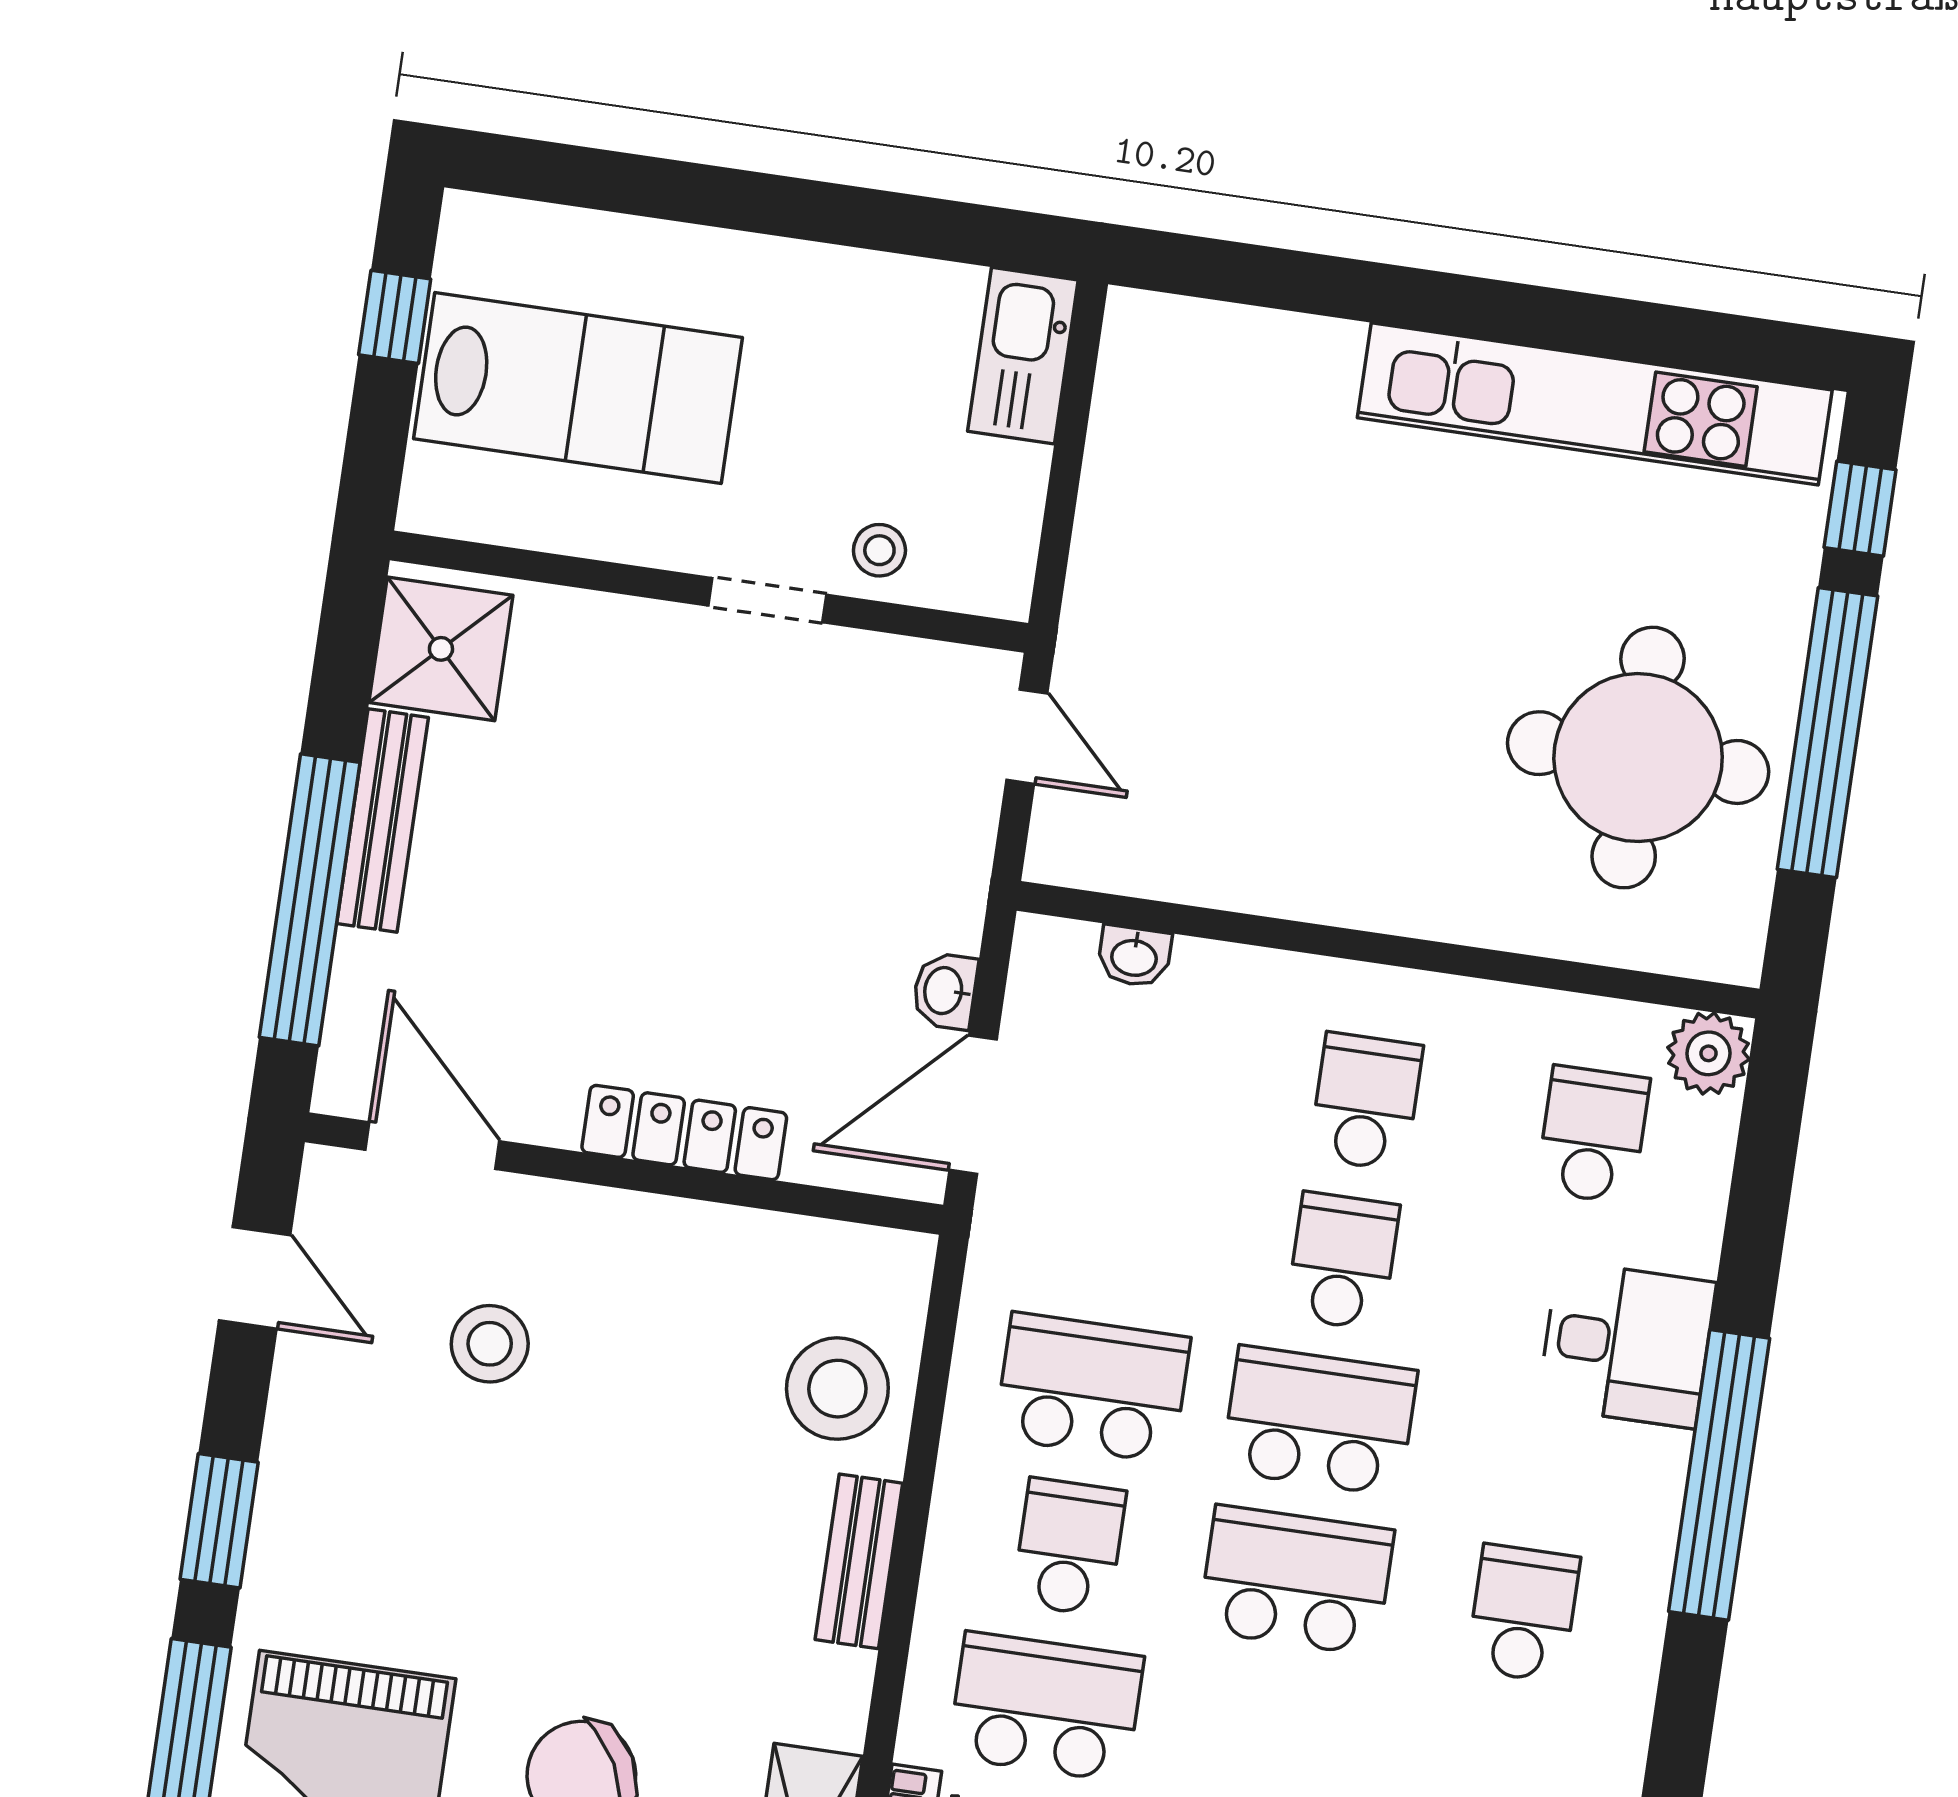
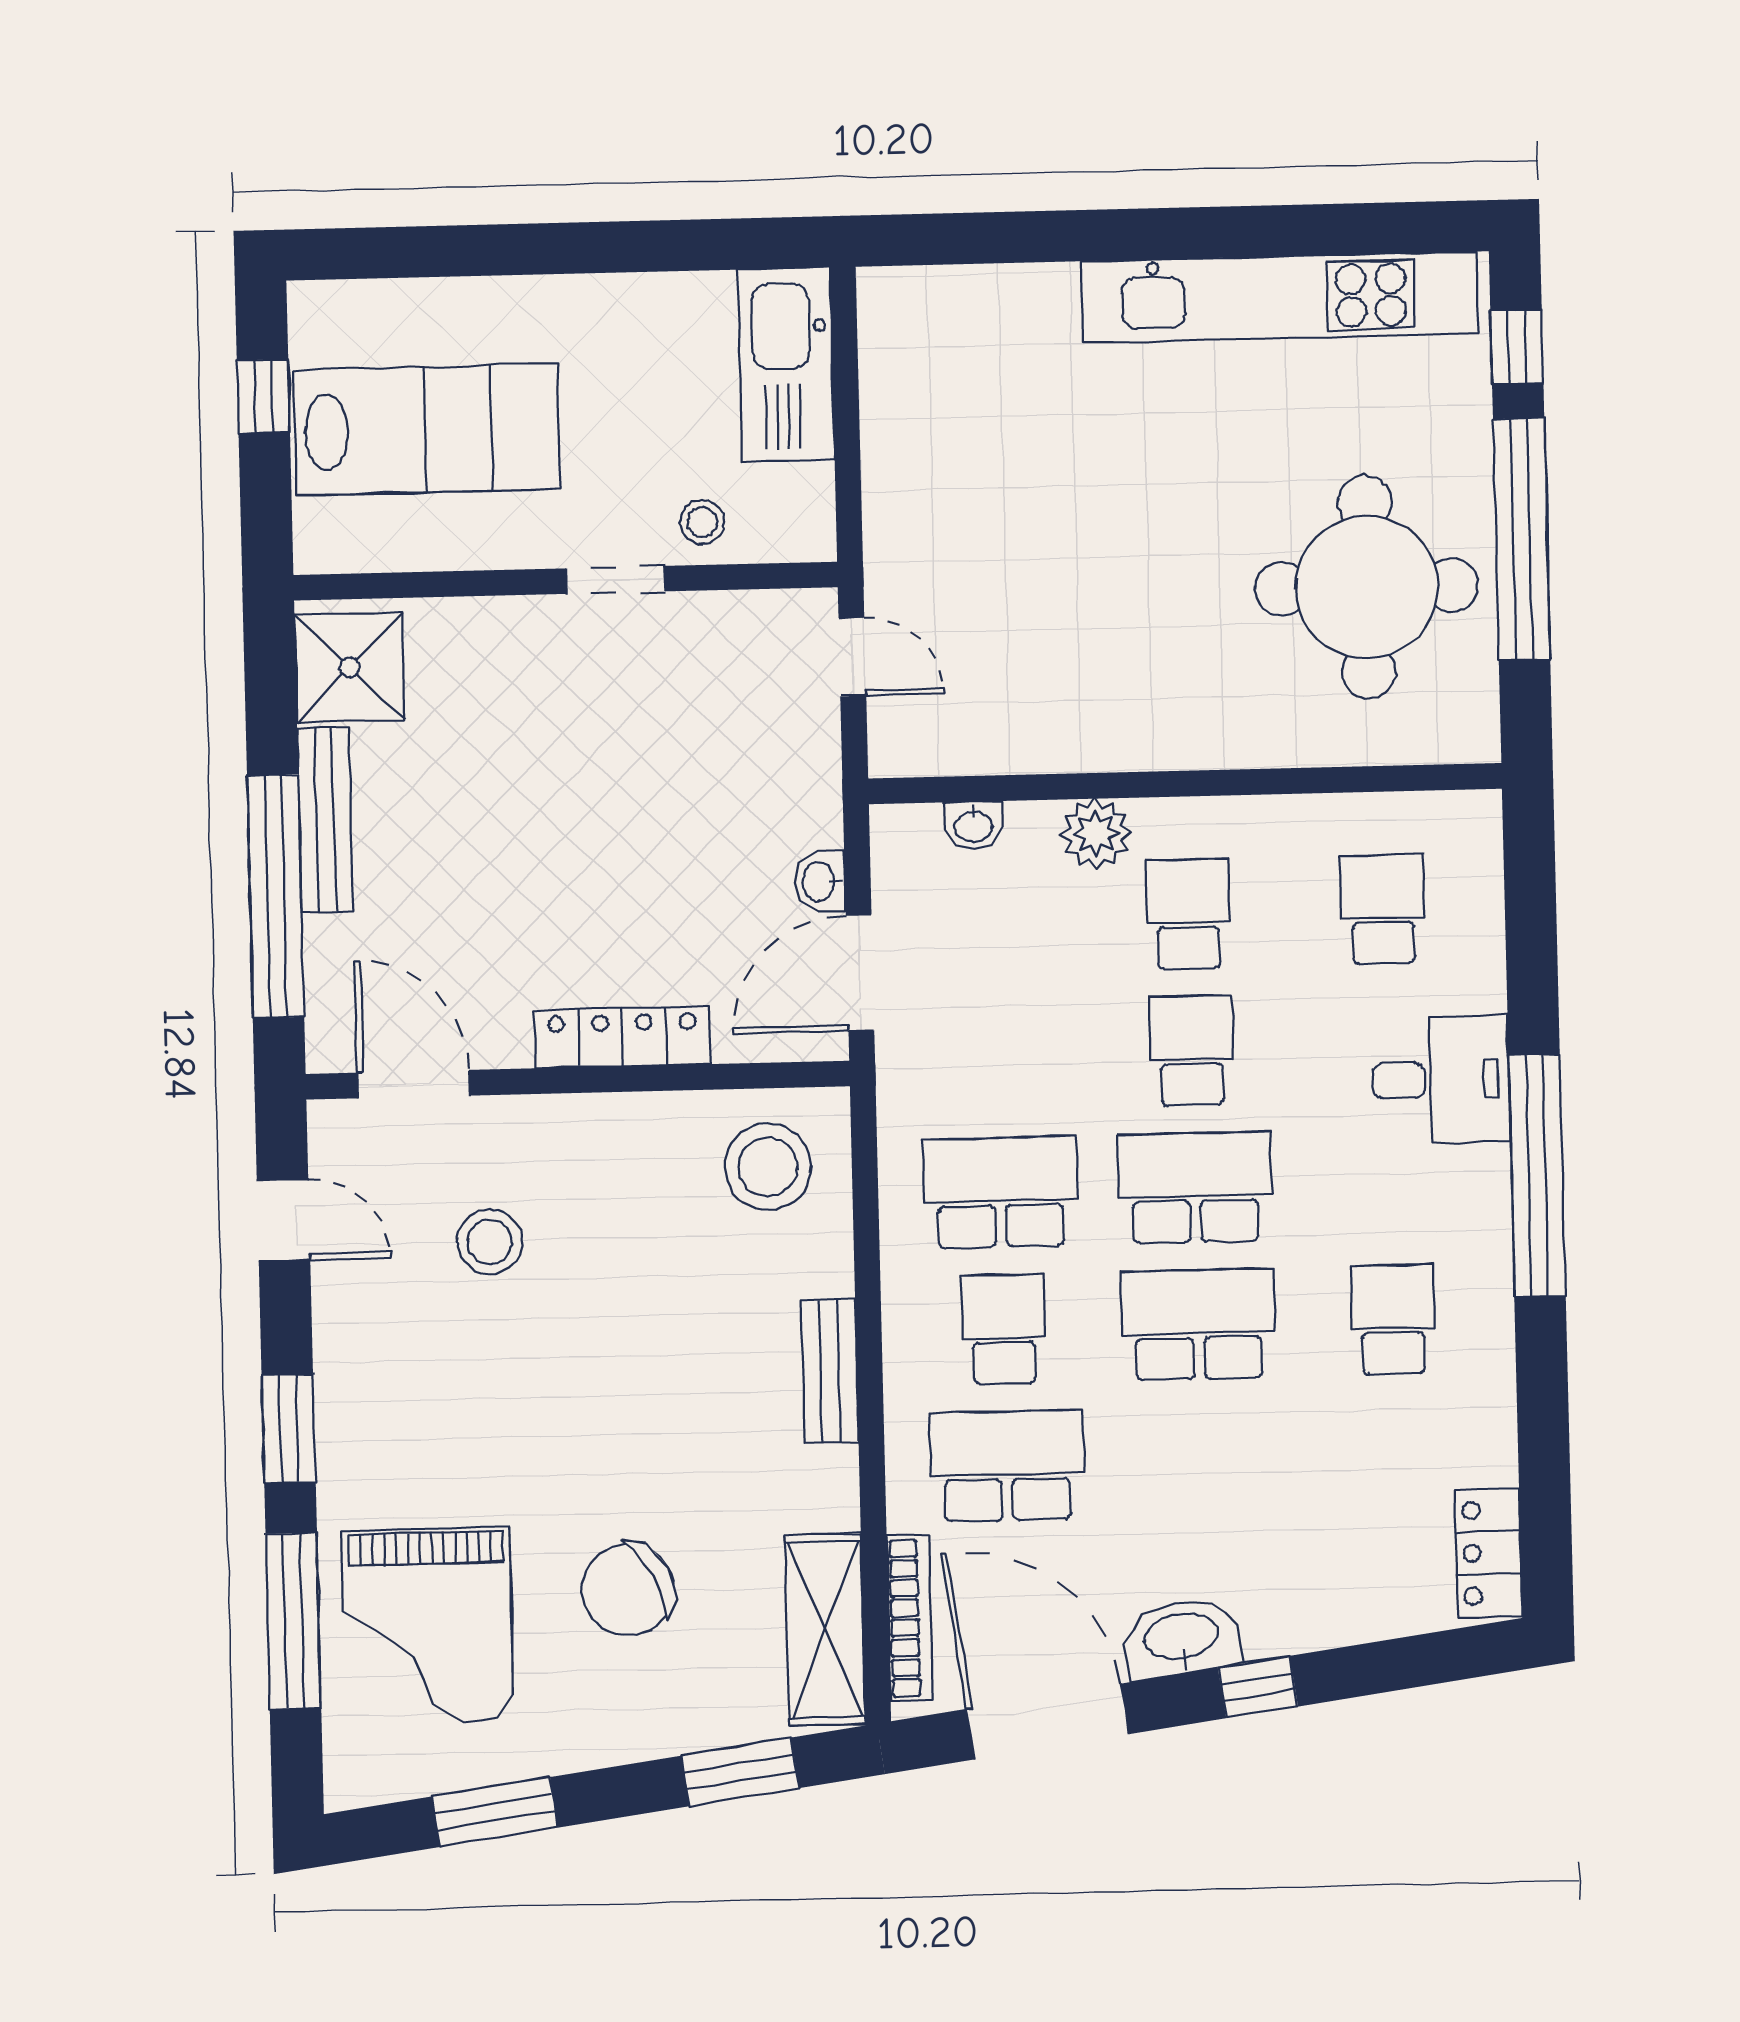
kitchen sink: (1023, 356) -> (786, 365), width x1.36, depth x1.24
plant: (1708, 1053) -> (1096, 834), moved
stool: (837, 1389) -> (768, 1167), moved

